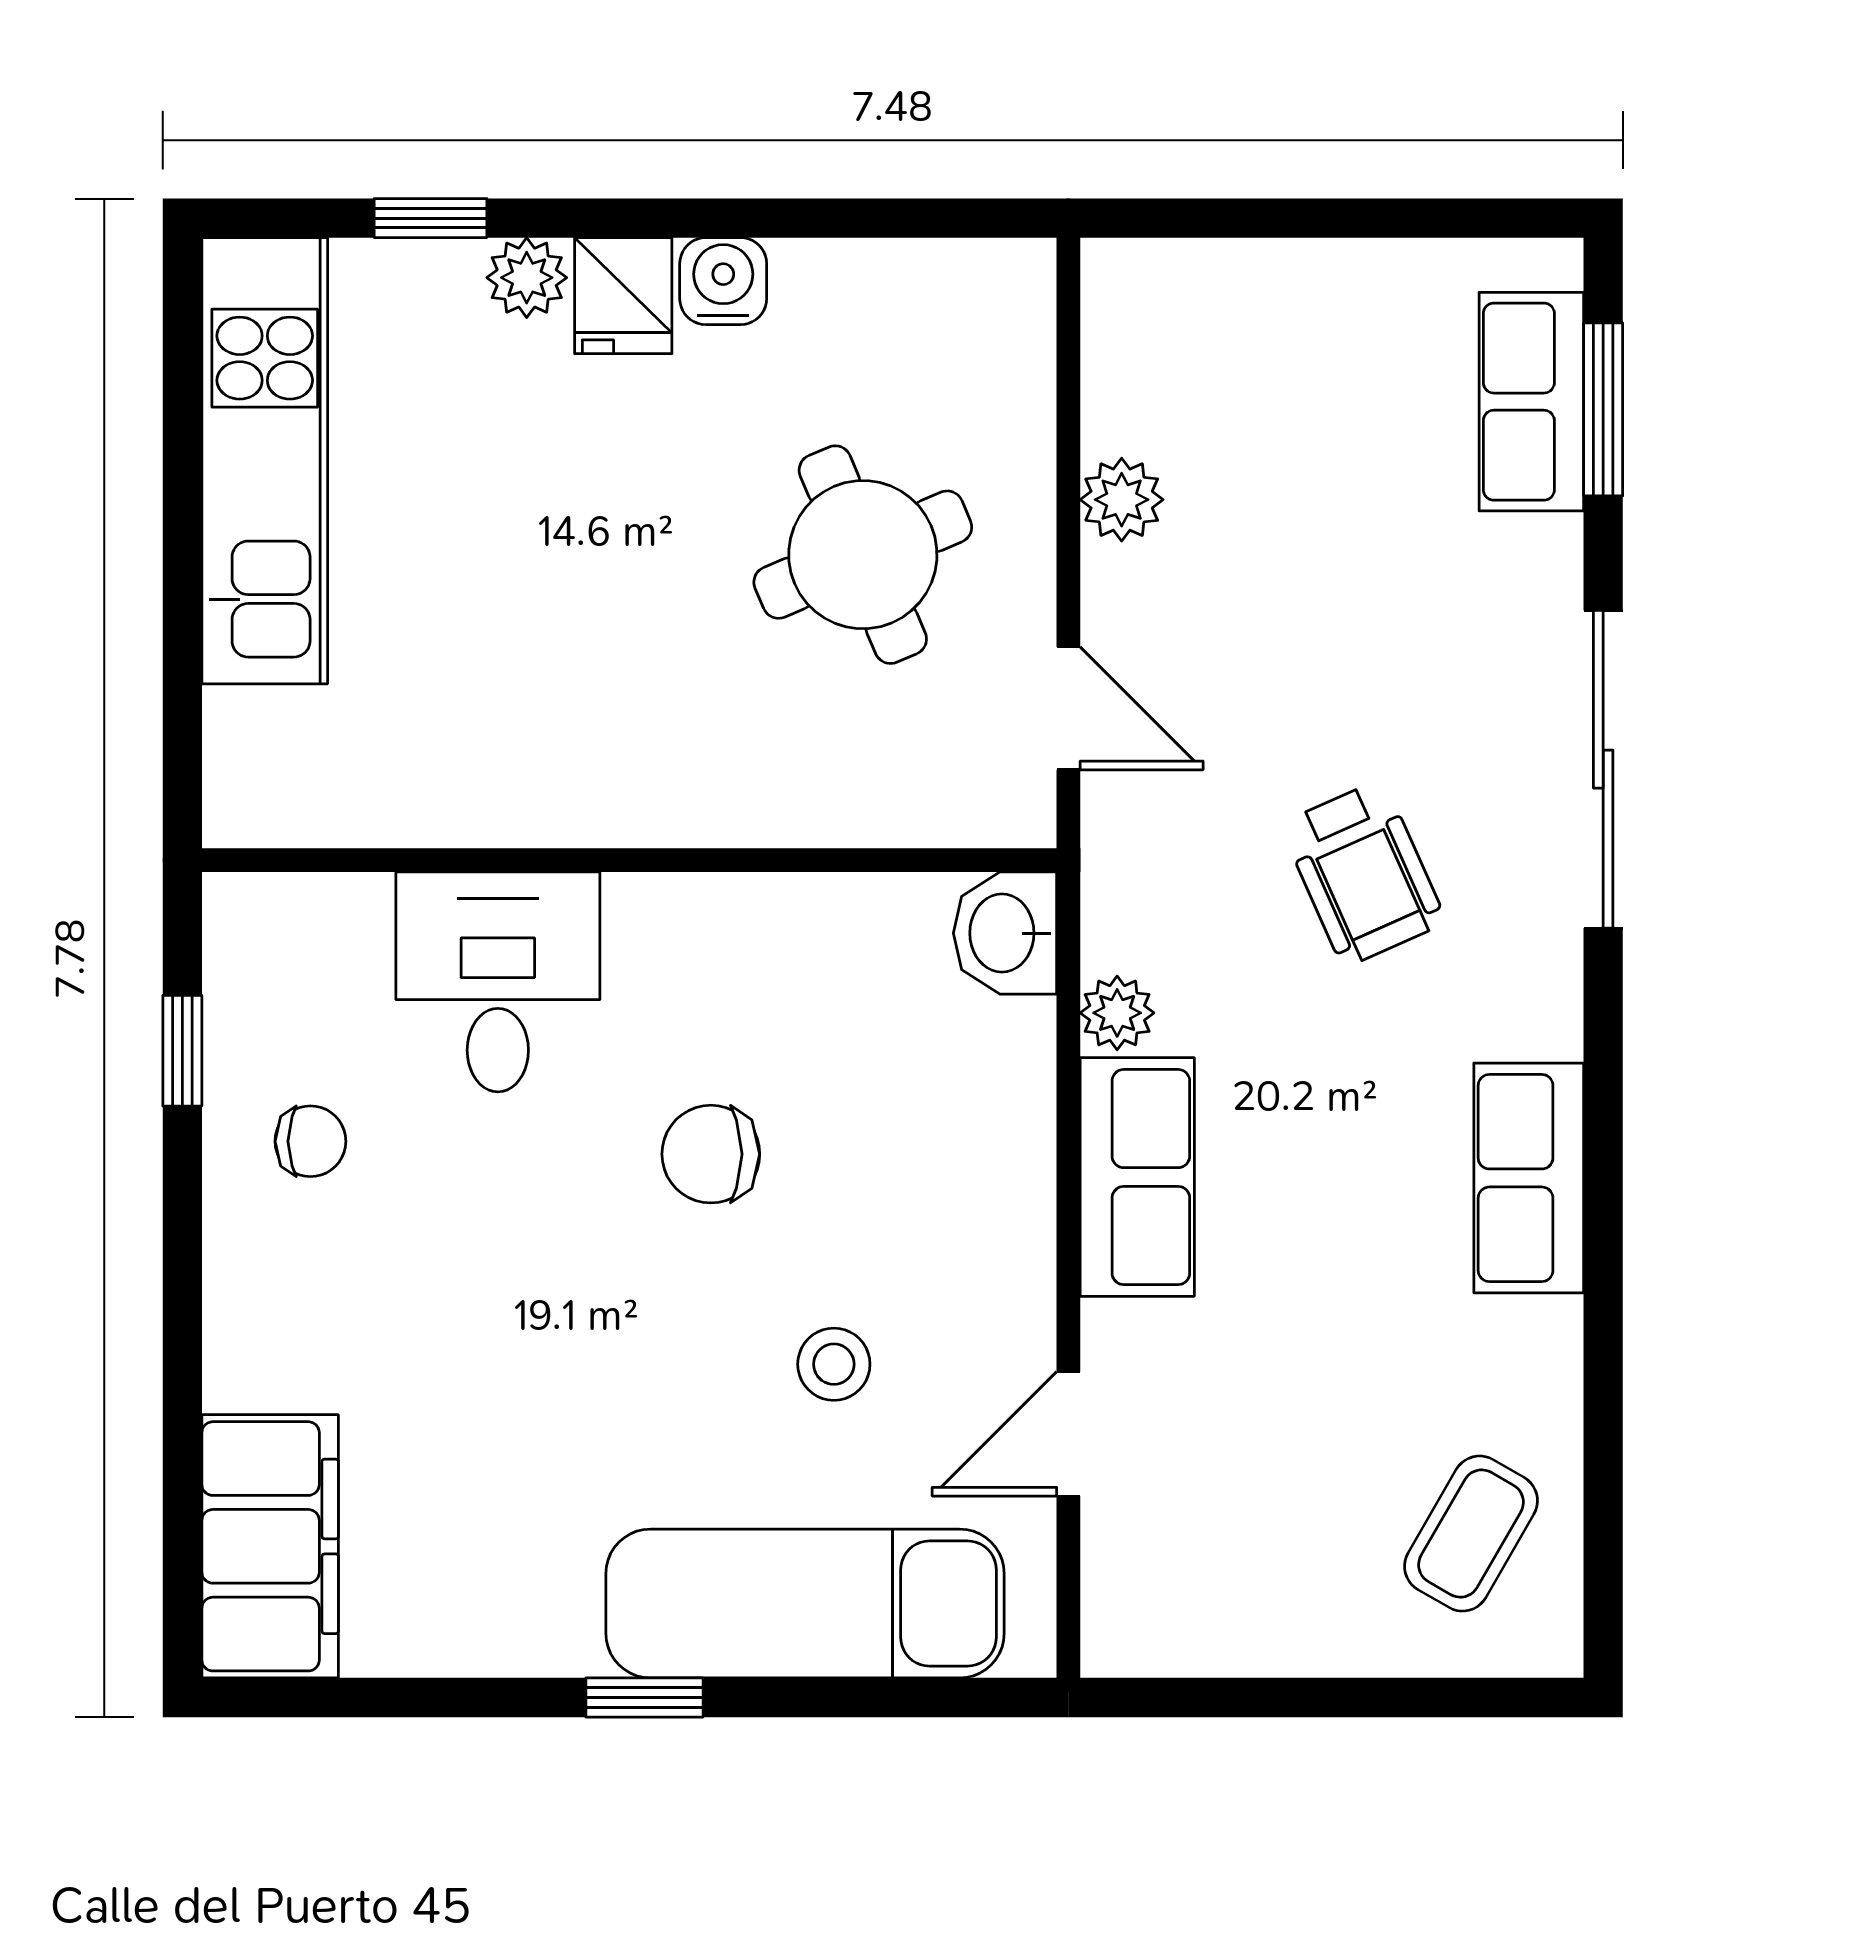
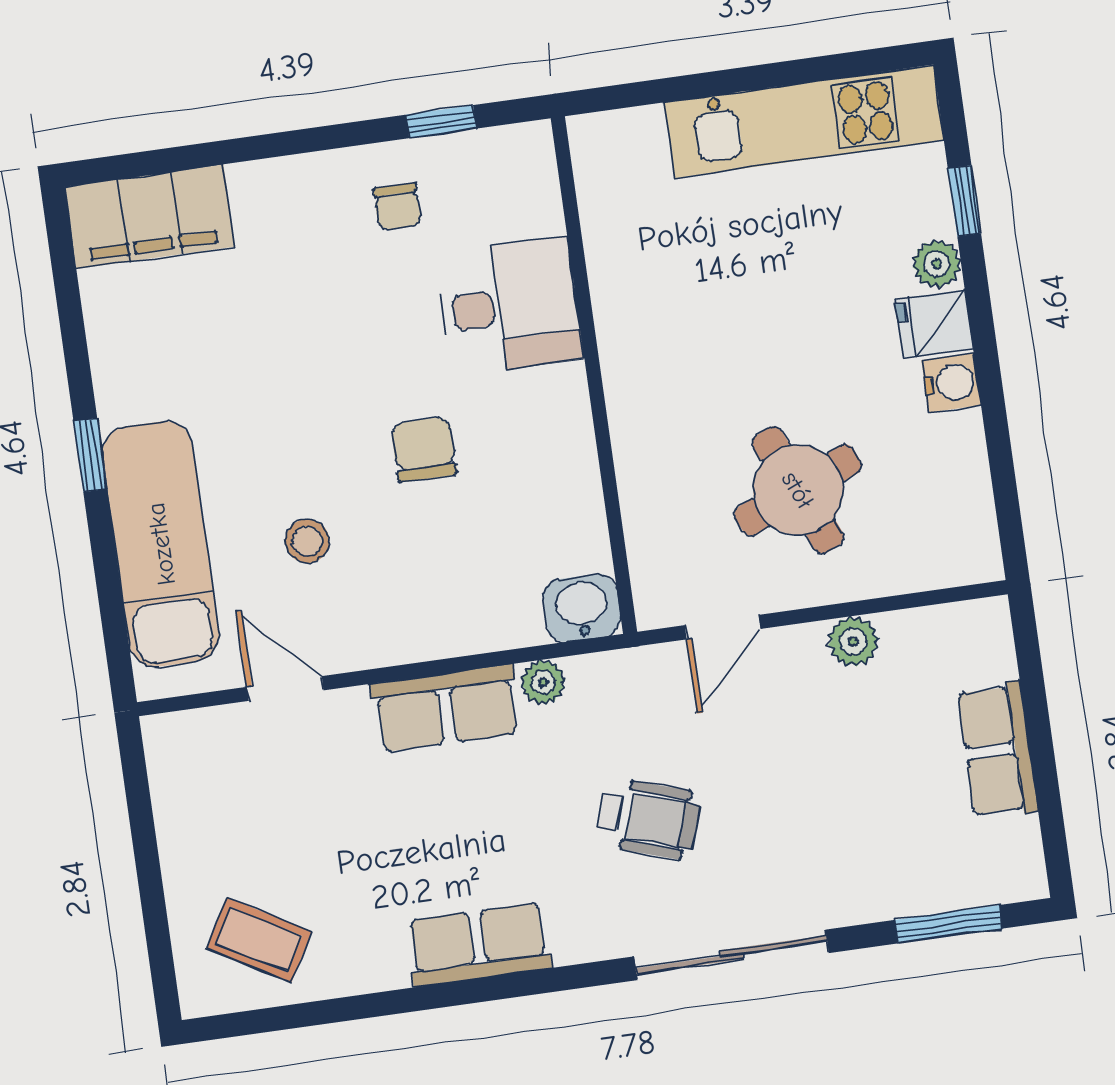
row of seats: (1531, 402) -> (997, 750), moved, turned -90
wheelchair: (1363, 873) -> (648, 819), turned -138

